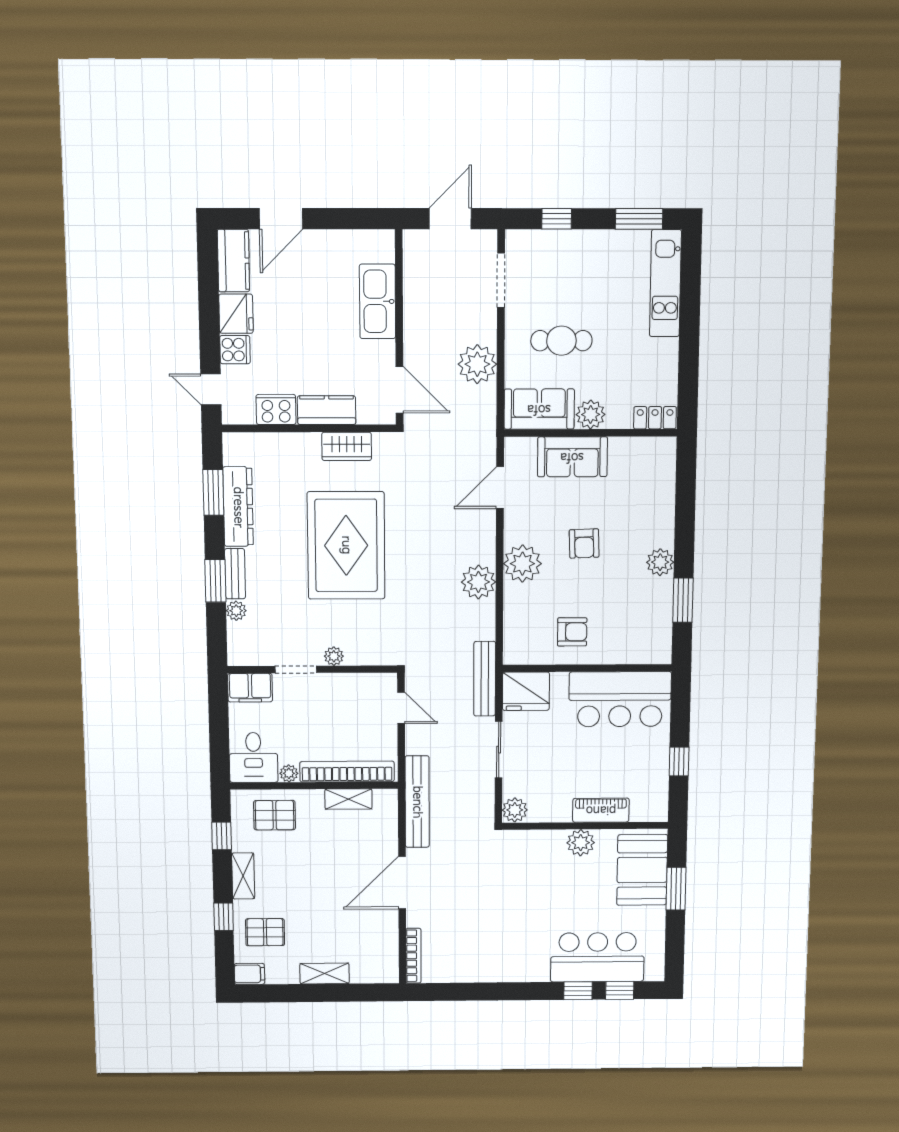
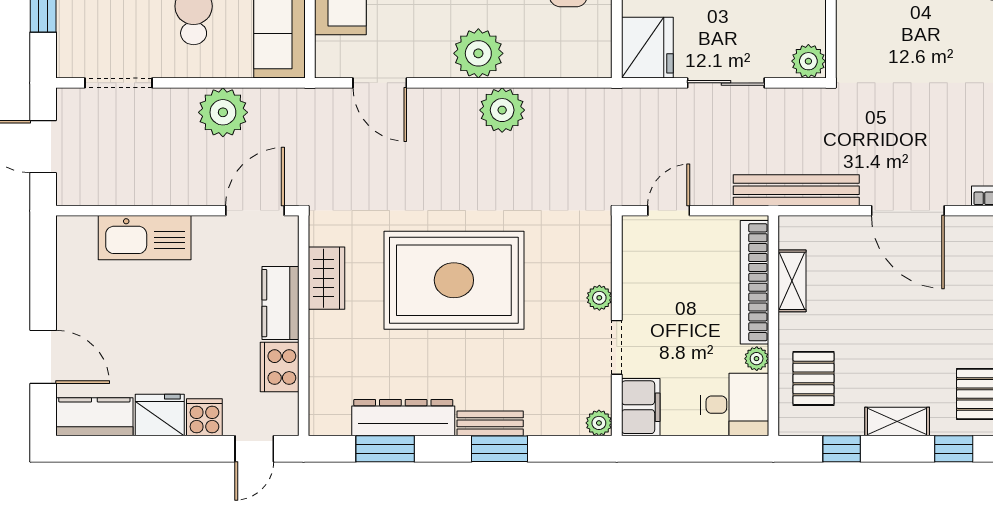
plant: (236, 611) -> (599, 423), moved
bench: (485, 679) -> (630, 102), removed

